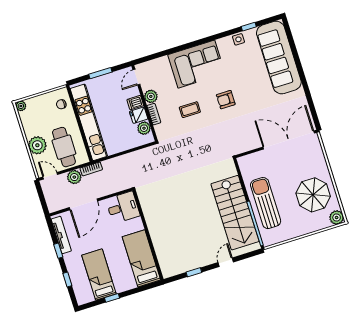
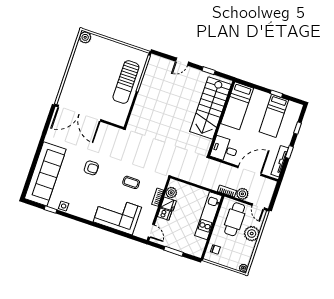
corner sofa: (196, 64) -> (117, 214), moved
door: (136, 77) -> (151, 231), hinge flipped
plant: (151, 96) -> (151, 211), removed
armchair: (226, 100) -> (91, 168), moved
kitchen unit: (89, 122) -> (208, 216), width x0.73
parasol: (313, 195) -> (90, 64), removed
stairs: (235, 213) -> (210, 108), moved, turned 180

